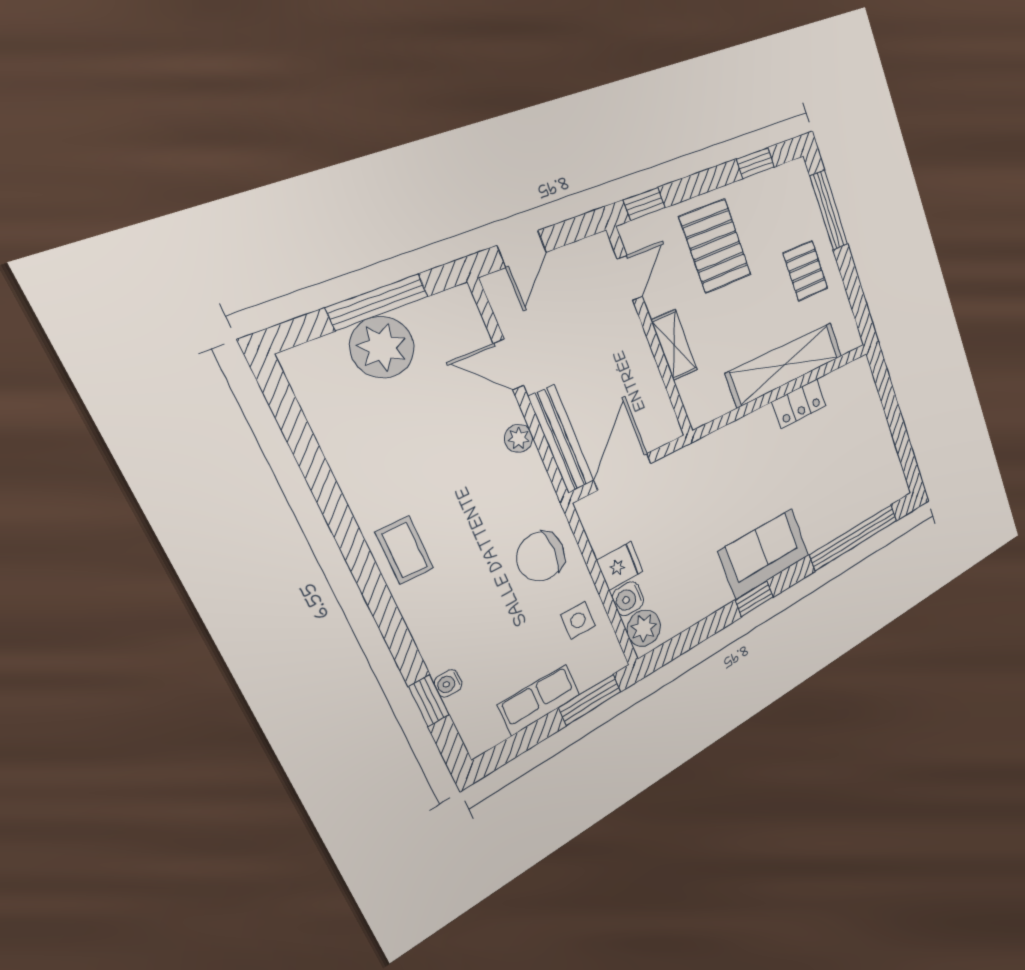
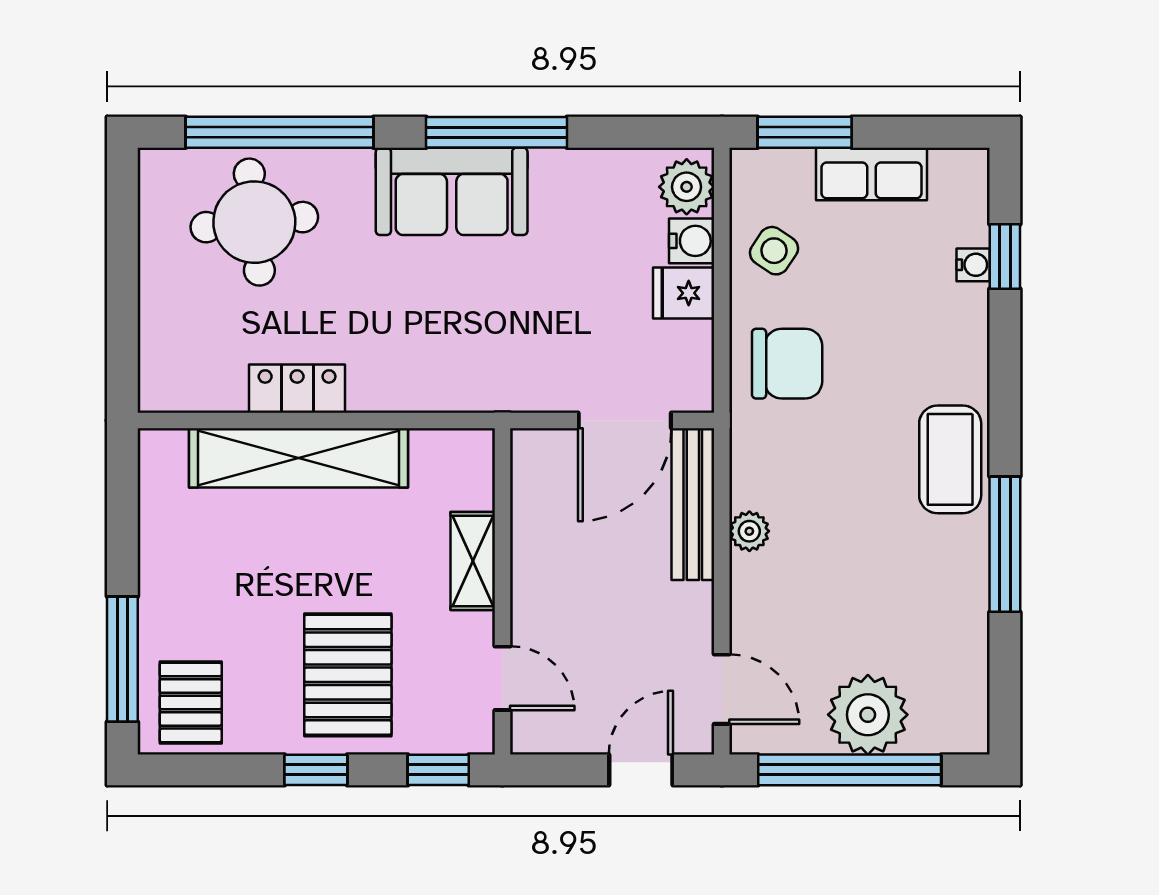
window: (755, 163) -> (316, 770), moved
pallet: (805, 271) -> (191, 702), moved
door: (630, 278) -> (502, 678), swing flipped
window: (377, 302) -> (850, 770), width x1.46
door: (508, 365) -> (722, 689), moved
round table: (849, 484) -> (254, 222), added
window: (336, 512) -> (1005, 544), added
coffee table: (404, 550) -> (950, 459), width x1.36, depth x1.30
window: (754, 599) -> (497, 132), width x2.17
side table: (578, 620) -> (774, 251), turned 34

